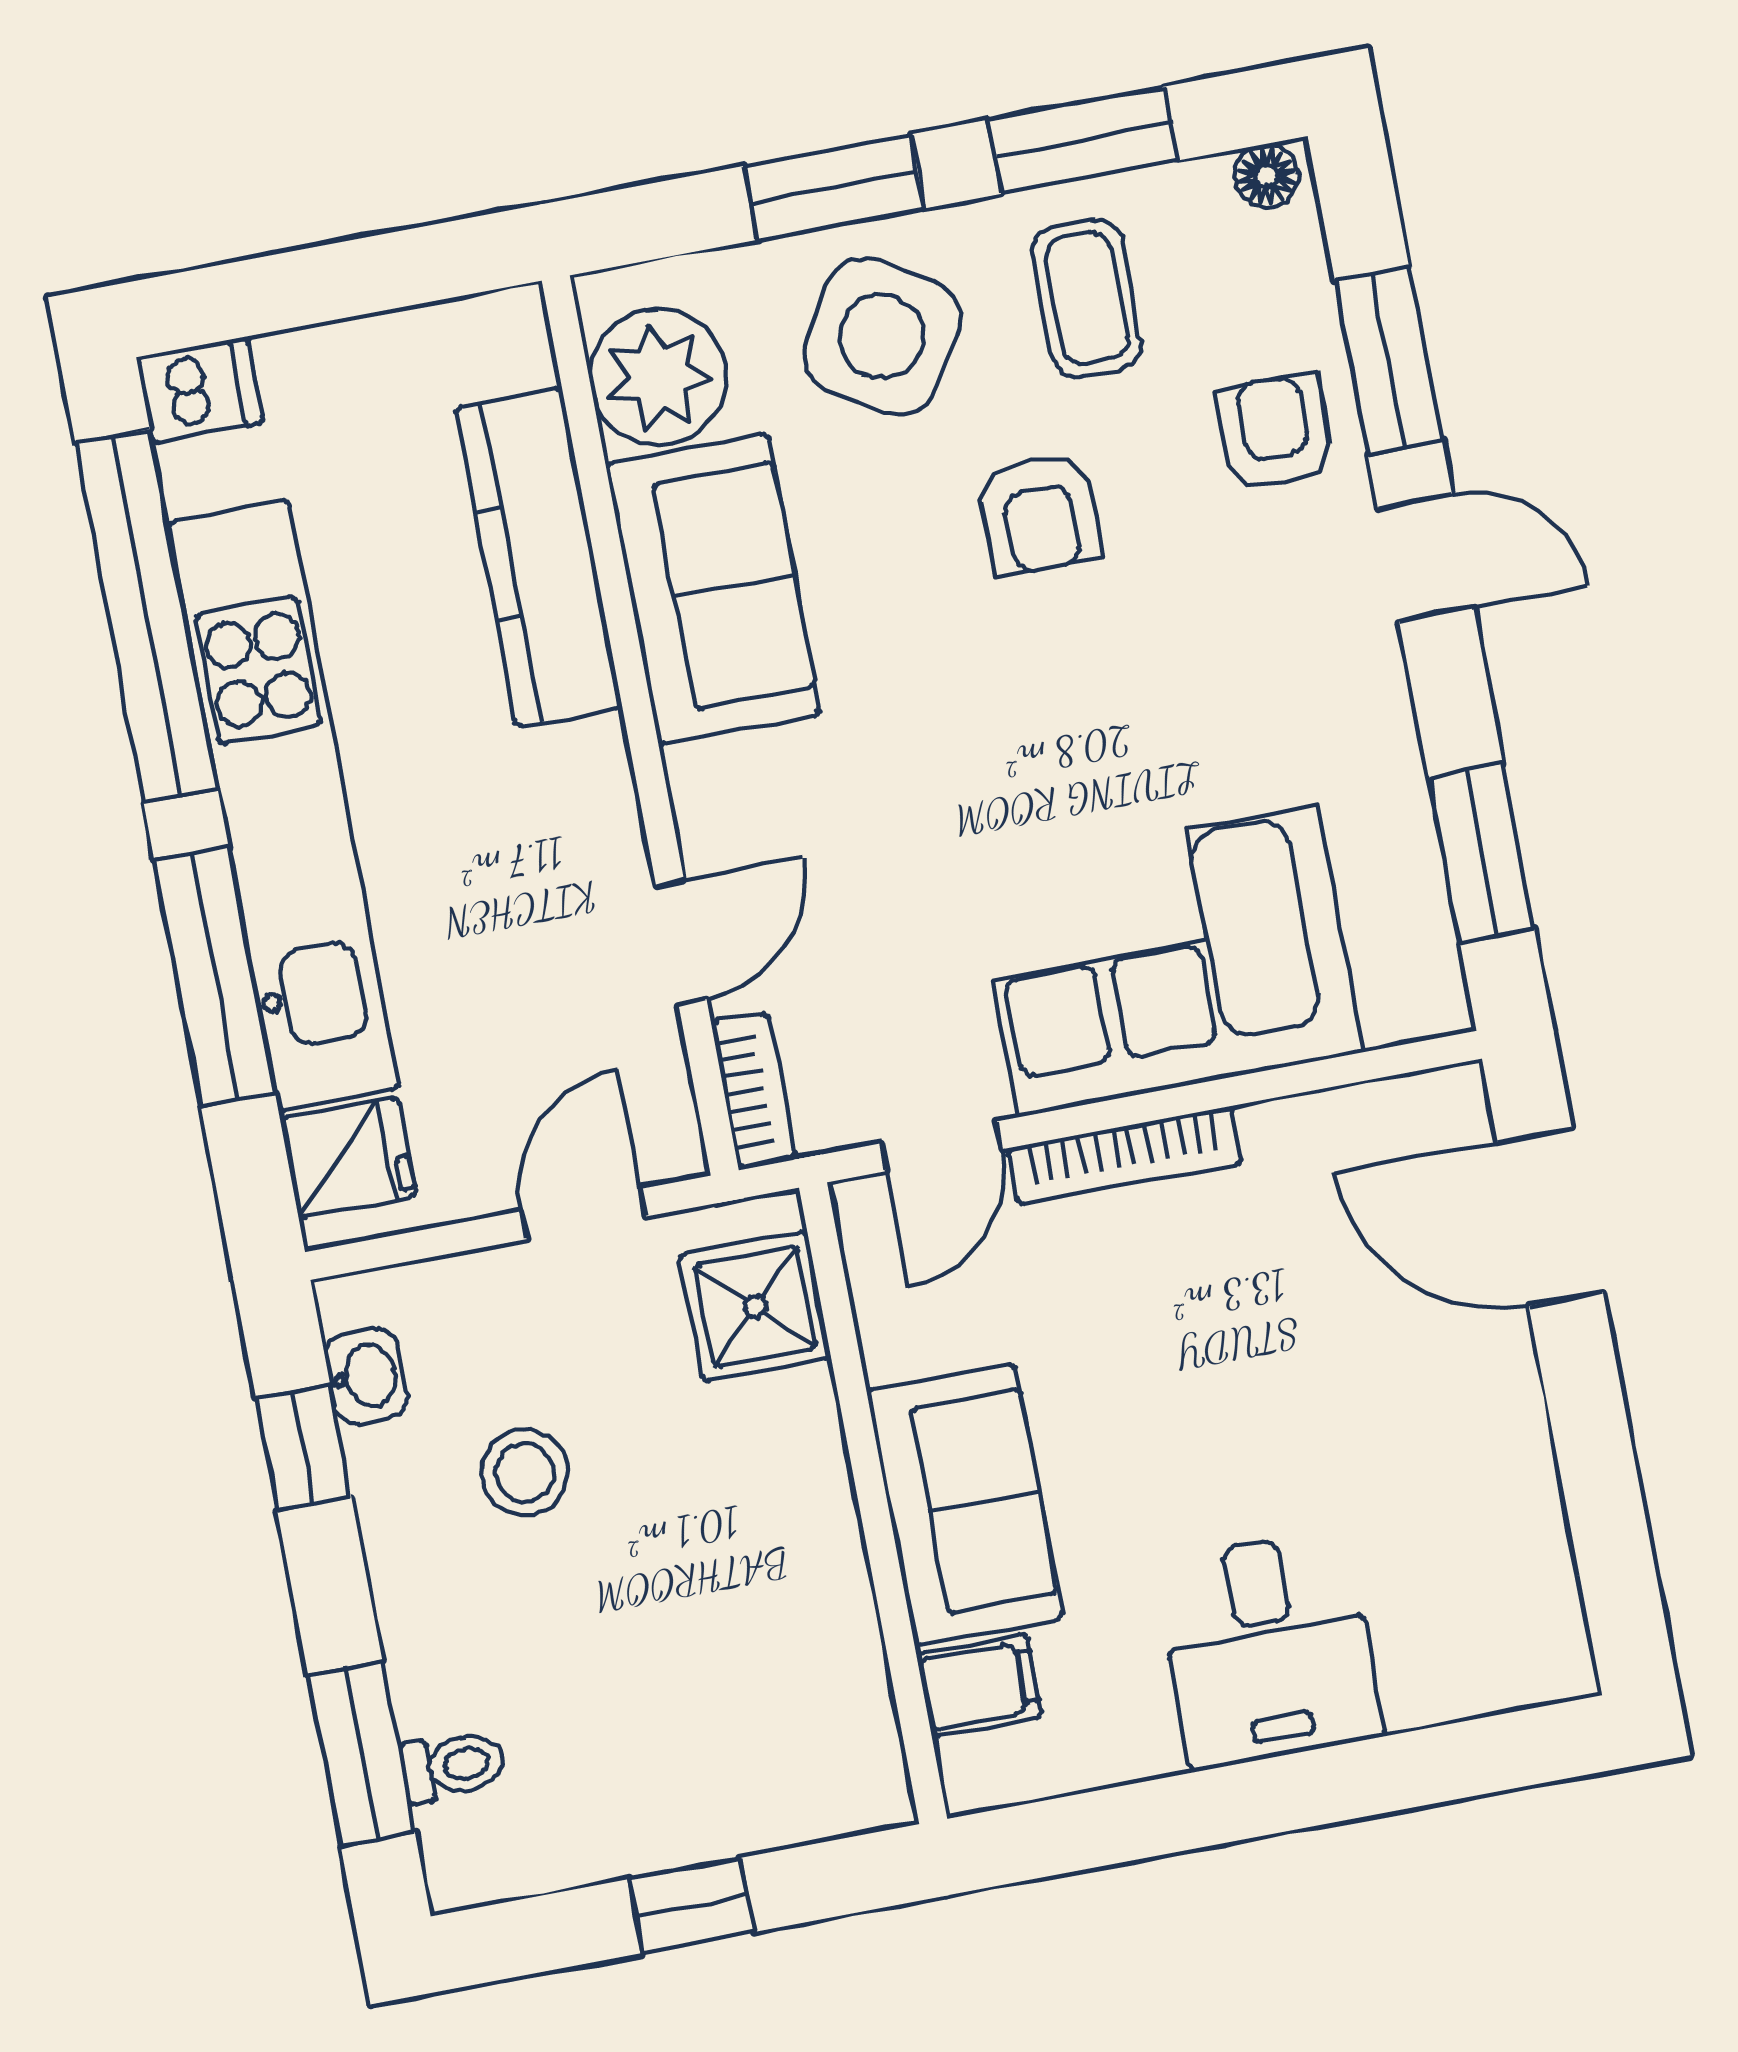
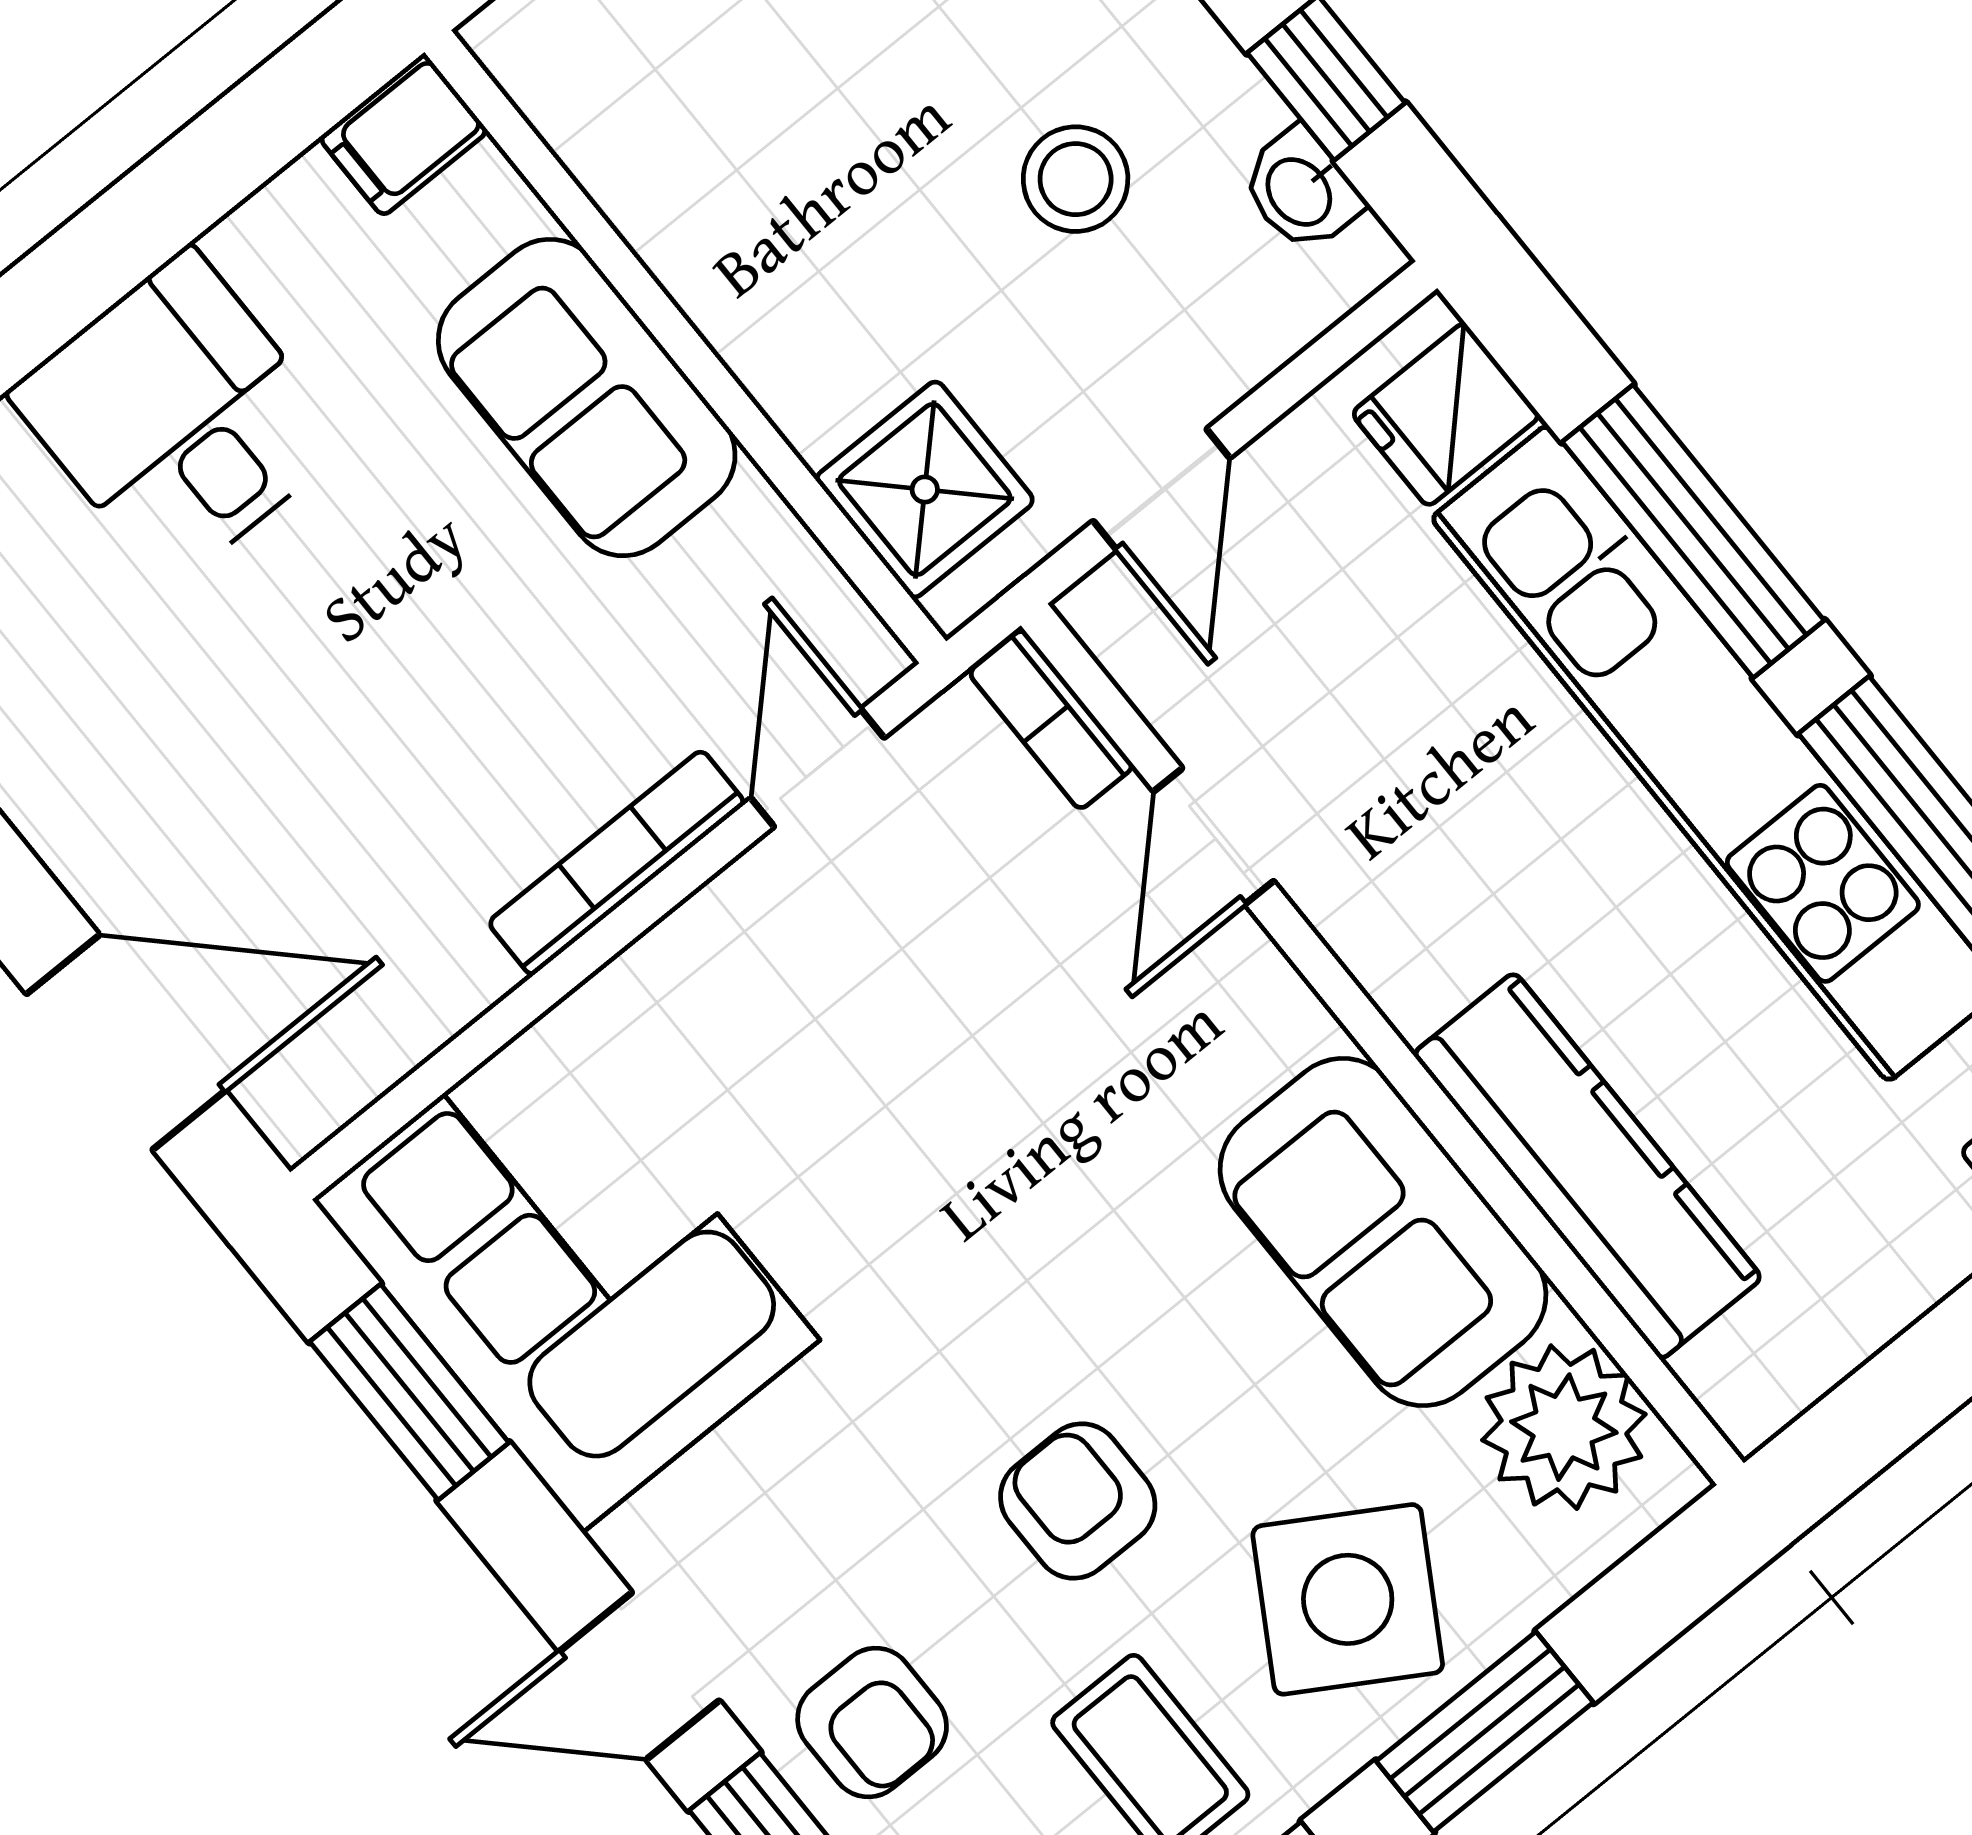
corner sofa: (1168, 961) -> (566, 1270), moved, turned -90
filing cabinet: (979, 1685) -> (404, 135), moved

